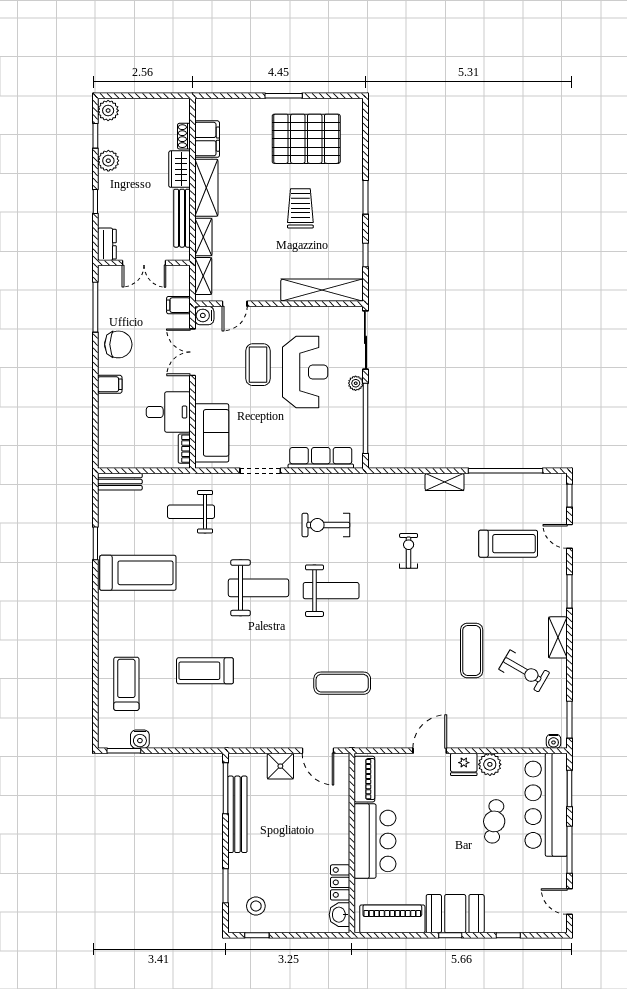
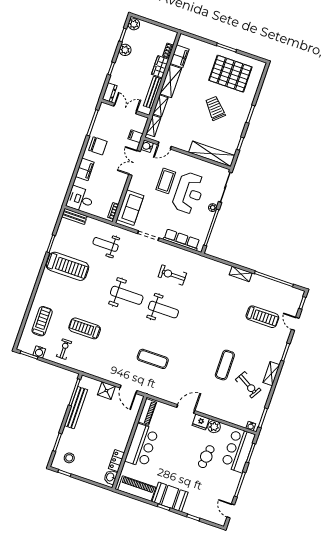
trolley: (300, 208) -> (215, 108), turned -42
double door: (144, 263) -> (125, 109), swing flipped
filing cabinet: (110, 384) -> (85, 169), width x2.00
desk: (168, 412) -> (80, 199), moved, turned 180
exercise bike: (409, 551) -> (64, 349), moved
bar counter: (546, 805) -> (238, 450), width x0.73

